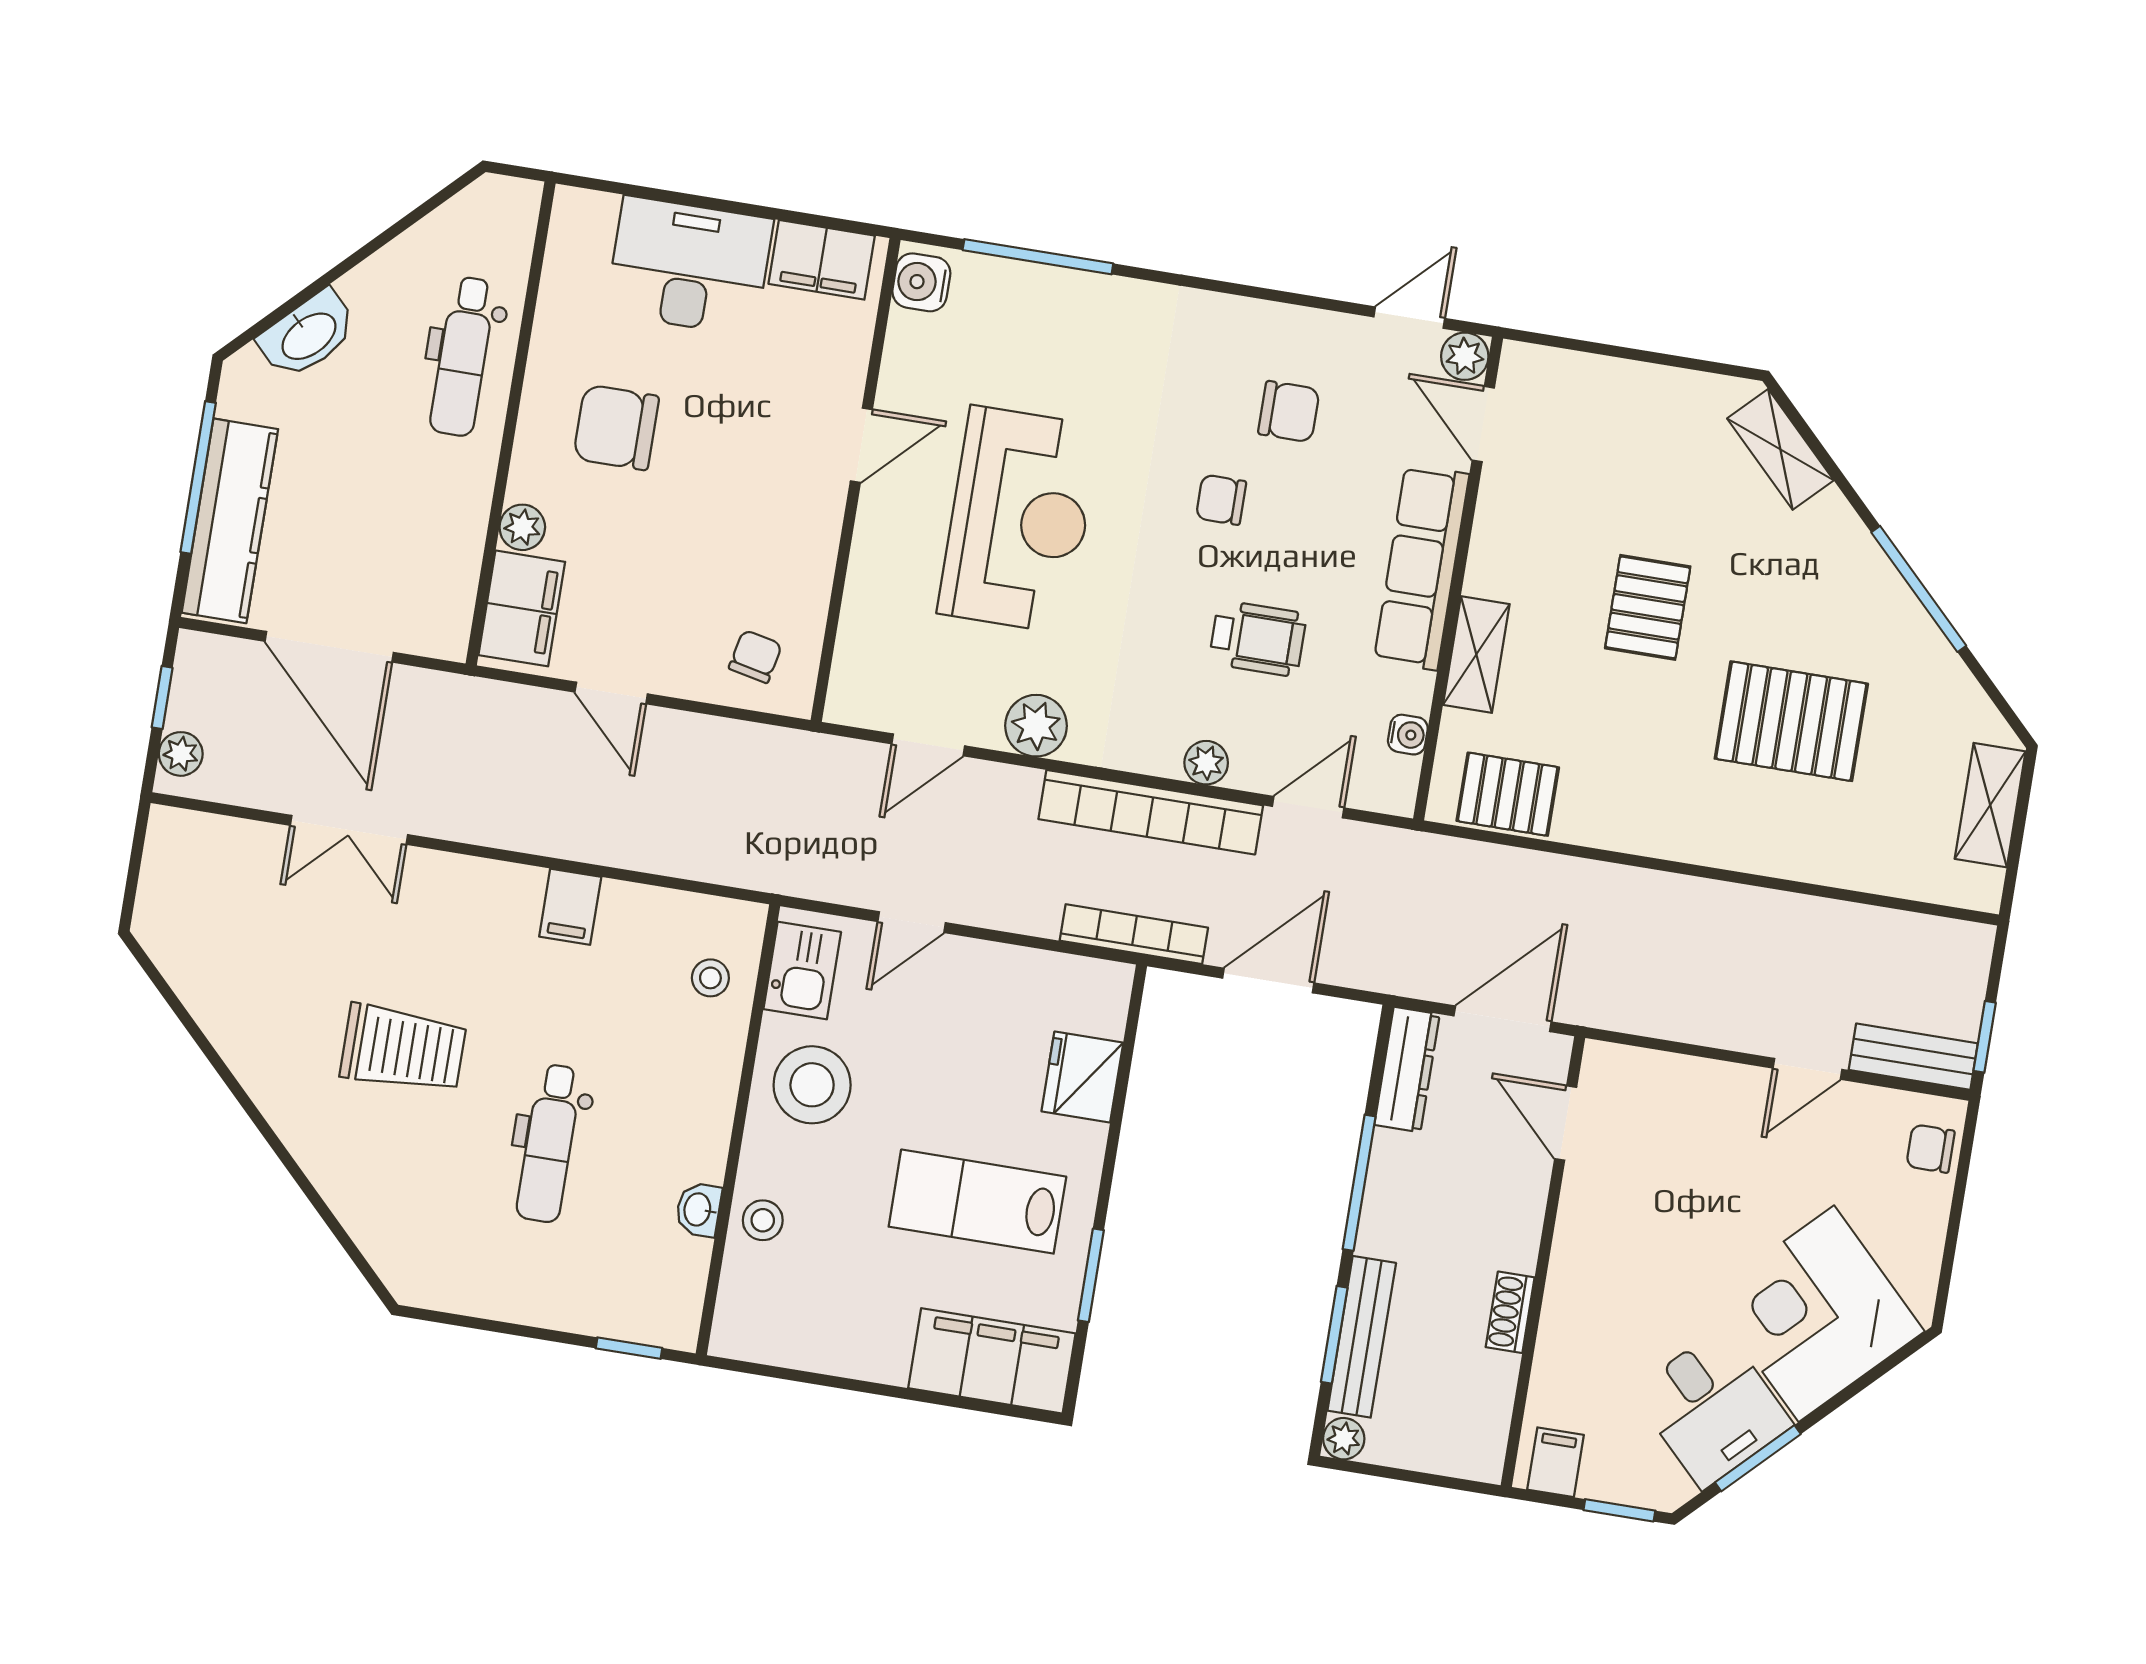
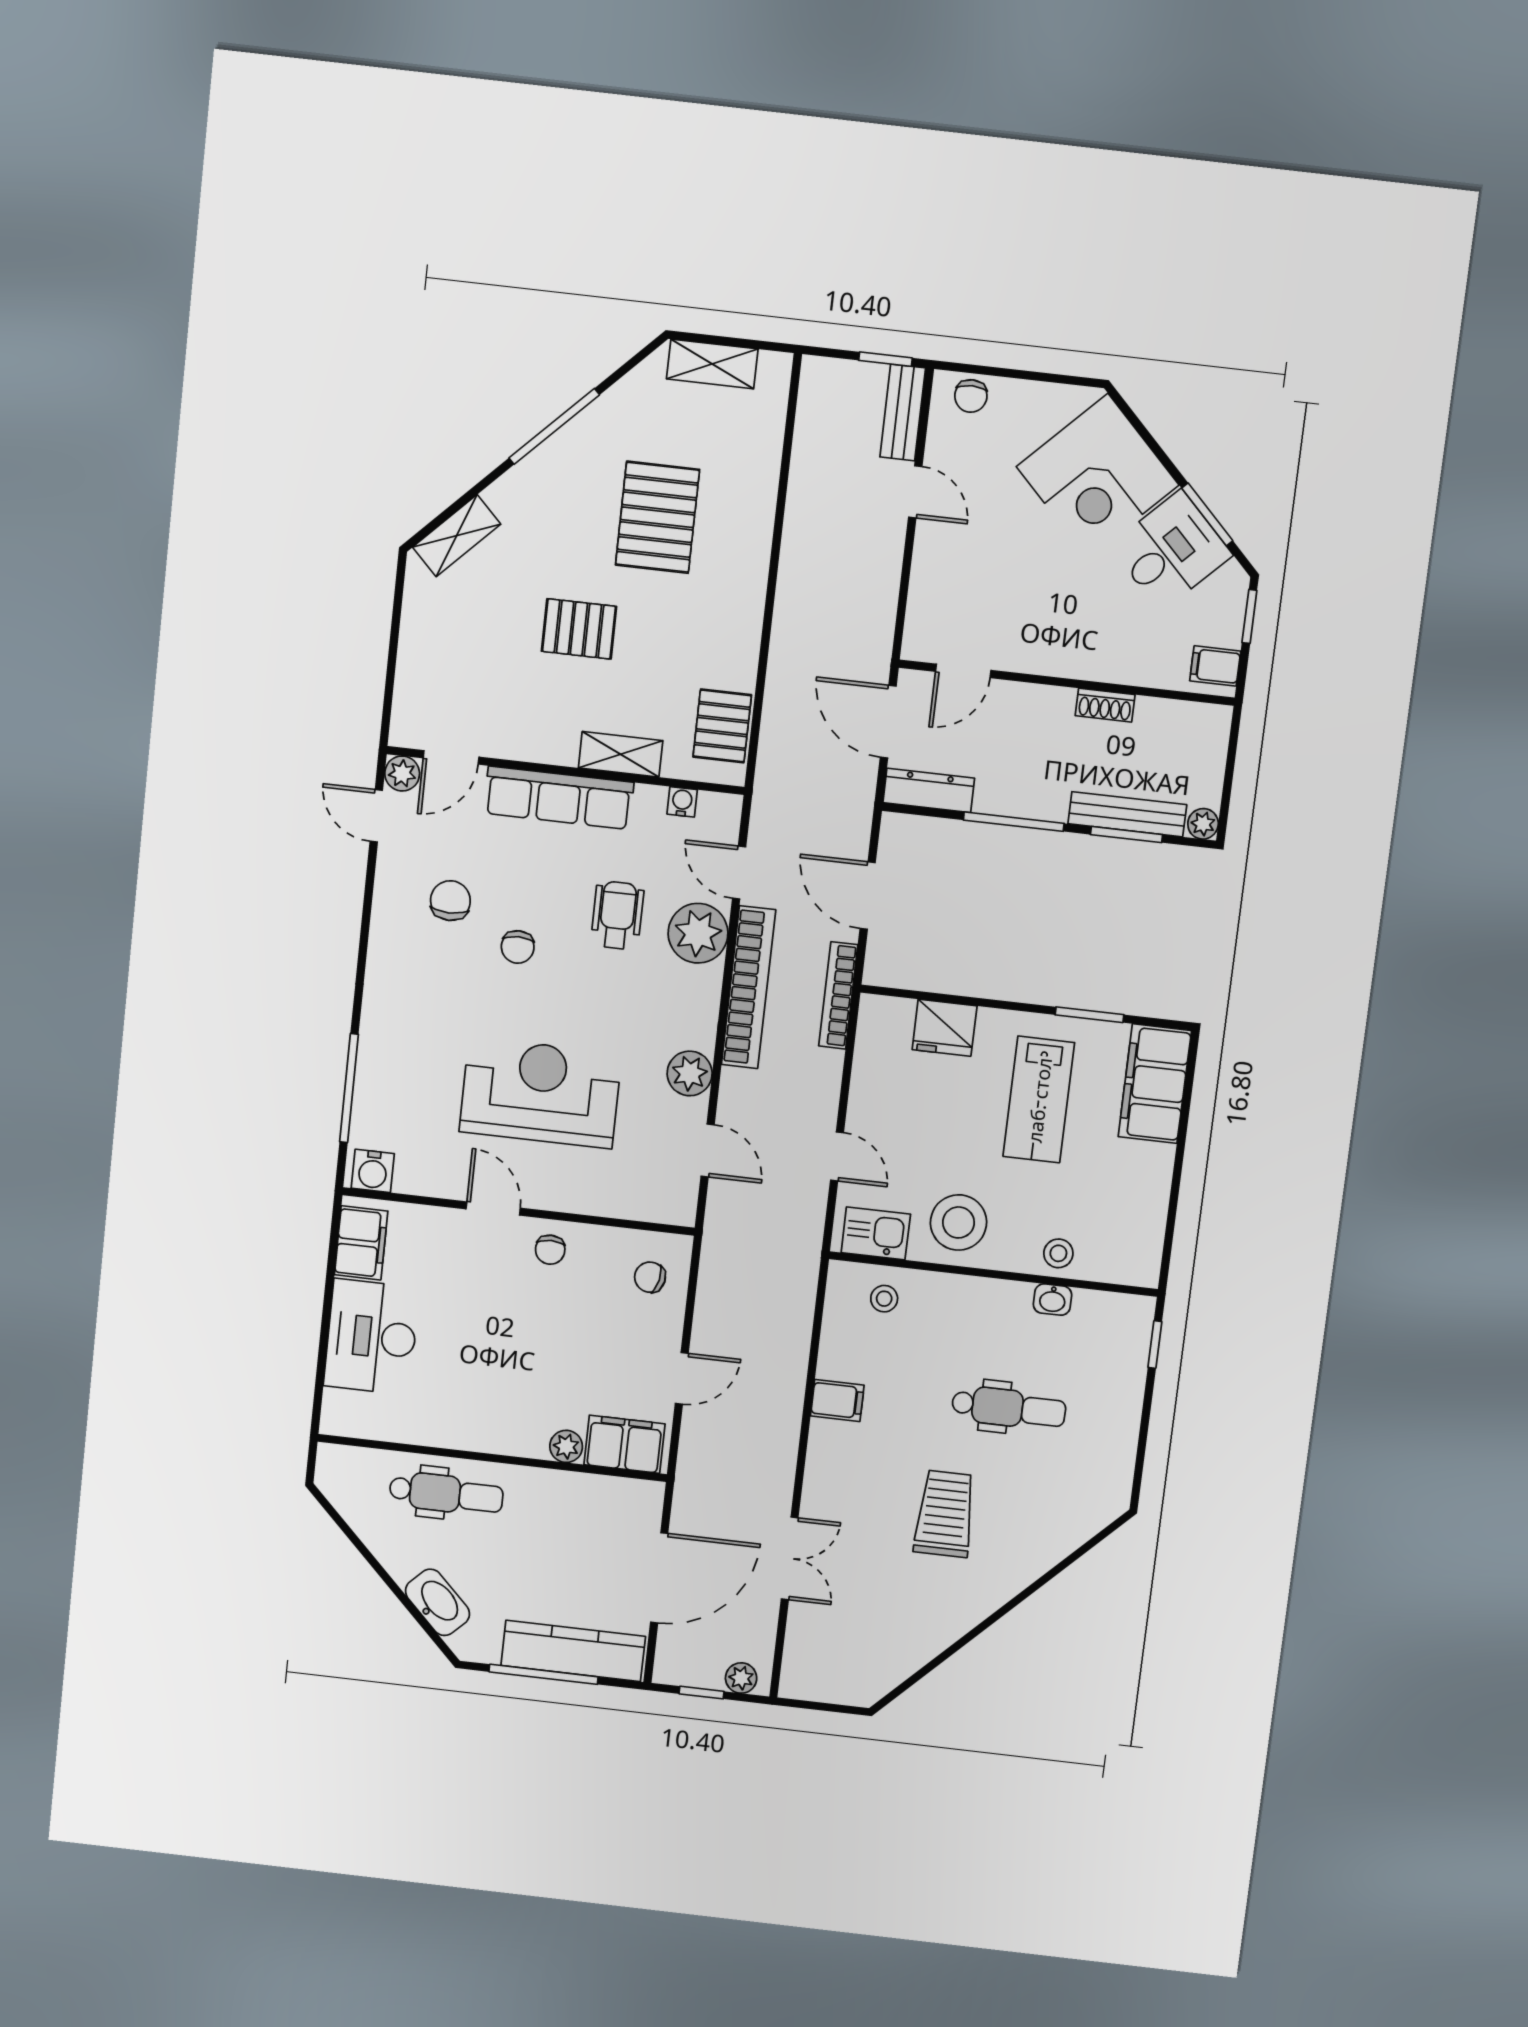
chair: (616, 427) -> (550, 1250), moved, width x0.54, depth x0.54
plant: (1206, 763) -> (698, 933), width x1.88, depth x1.88

